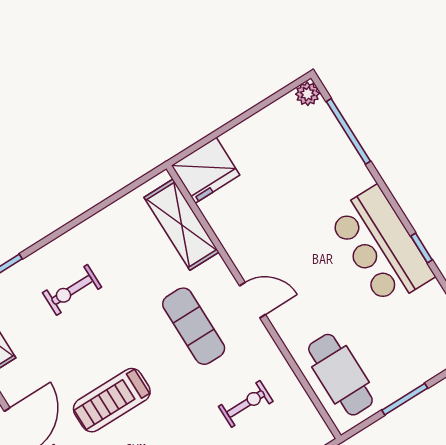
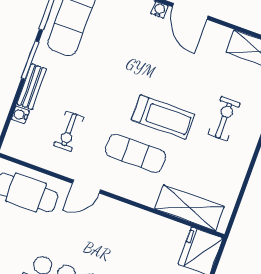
door: (252, 300) -> (86, 186), moved
treadmill: (112, 400) -> (163, 117), moved, turned 90

